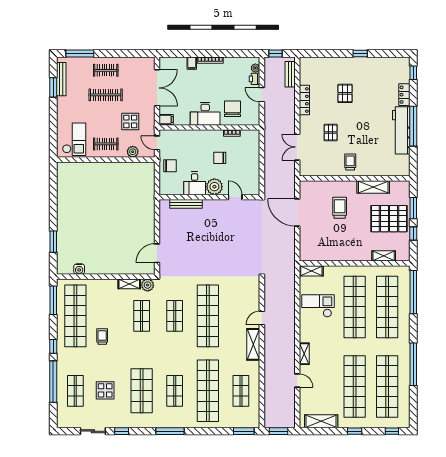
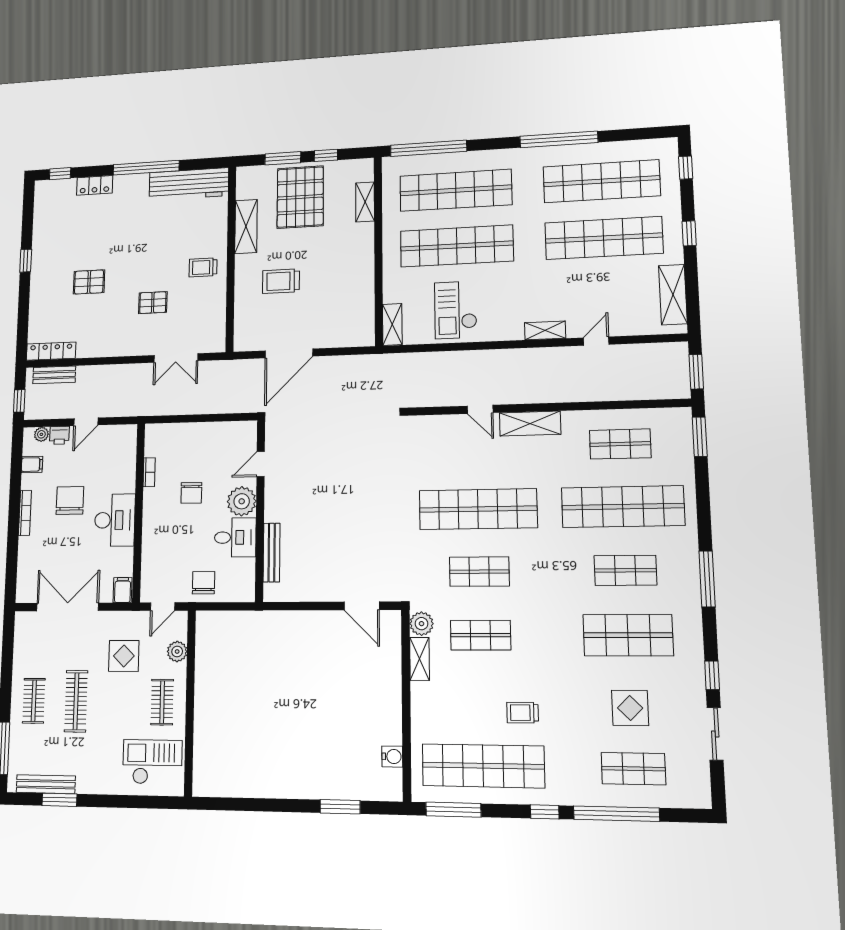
filing cabinet: (192, 63) -> (32, 465), moved
locker: (304, 100) -> (51, 351), moved
chair: (232, 109) -> (70, 500), moved, turned 90
workbench: (401, 130) -> (189, 184), moved

